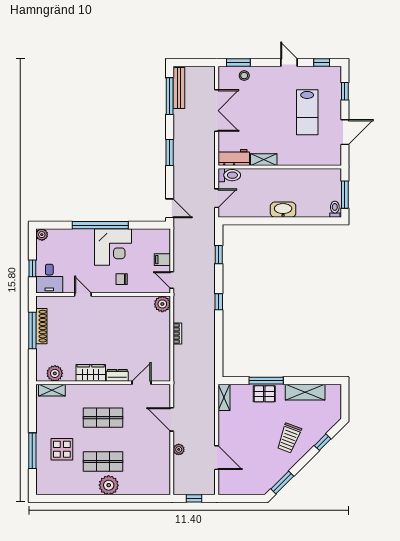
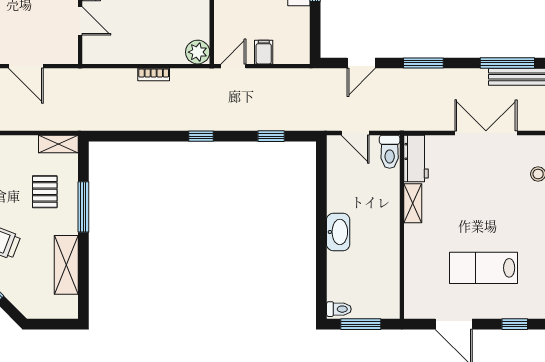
double door: (217, 111) -> (486, 133), swing flipped
door: (170, 208) -> (361, 63), moved
pallet: (264, 394) -> (45, 192), moved
door: (172, 419) -> (26, 66), swing flipped

